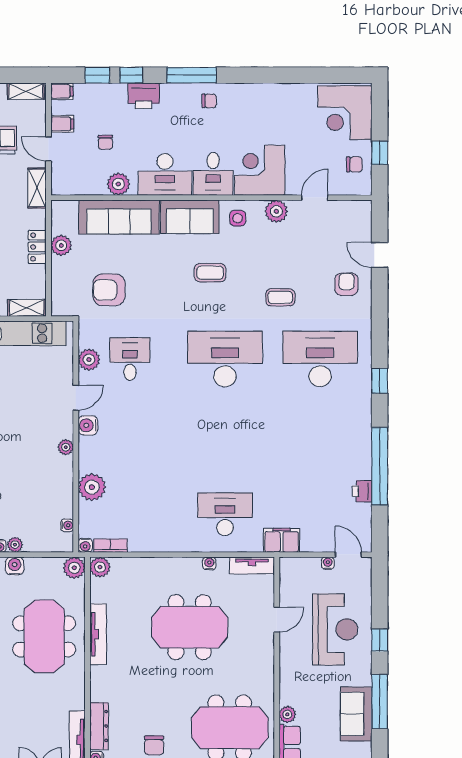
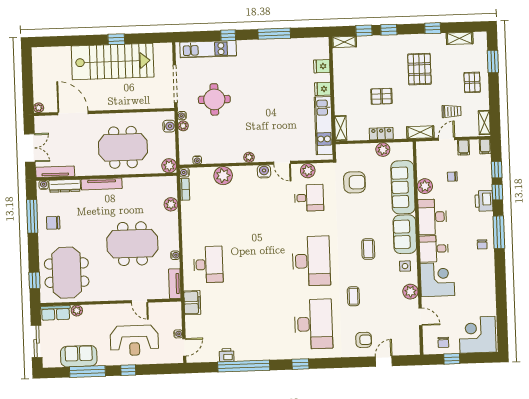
armchair: (109, 290) -> (354, 182), turned 90
plant: (100, 567) -> (171, 204), moved
meeting table: (190, 627) -> (132, 244), turned 90
tv unit: (98, 634) -> (102, 184), moved

